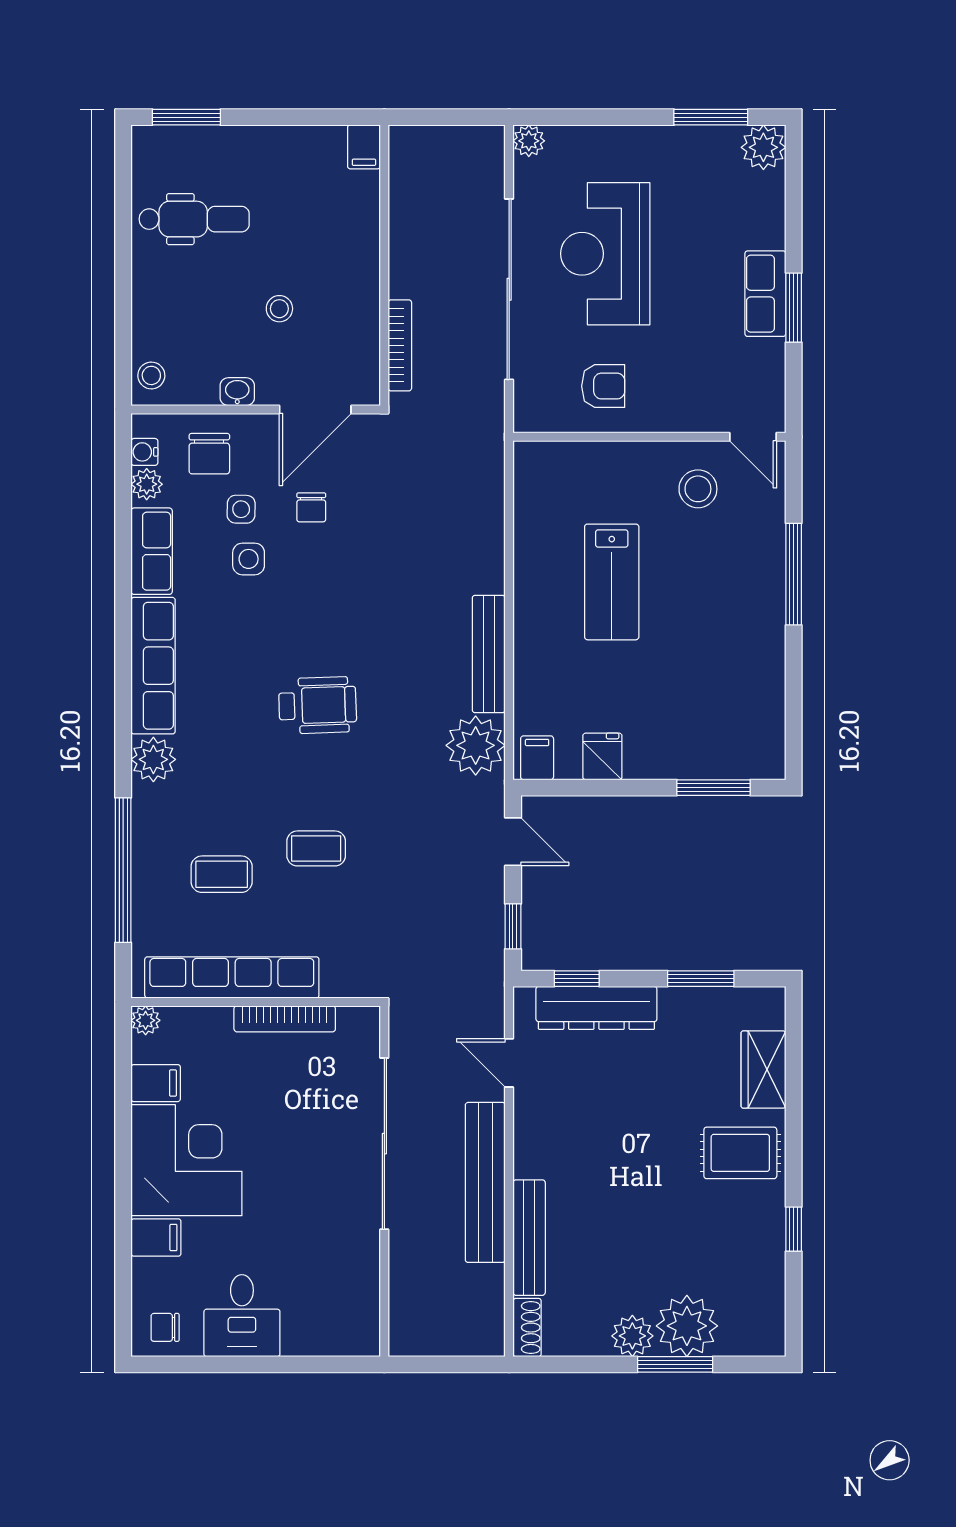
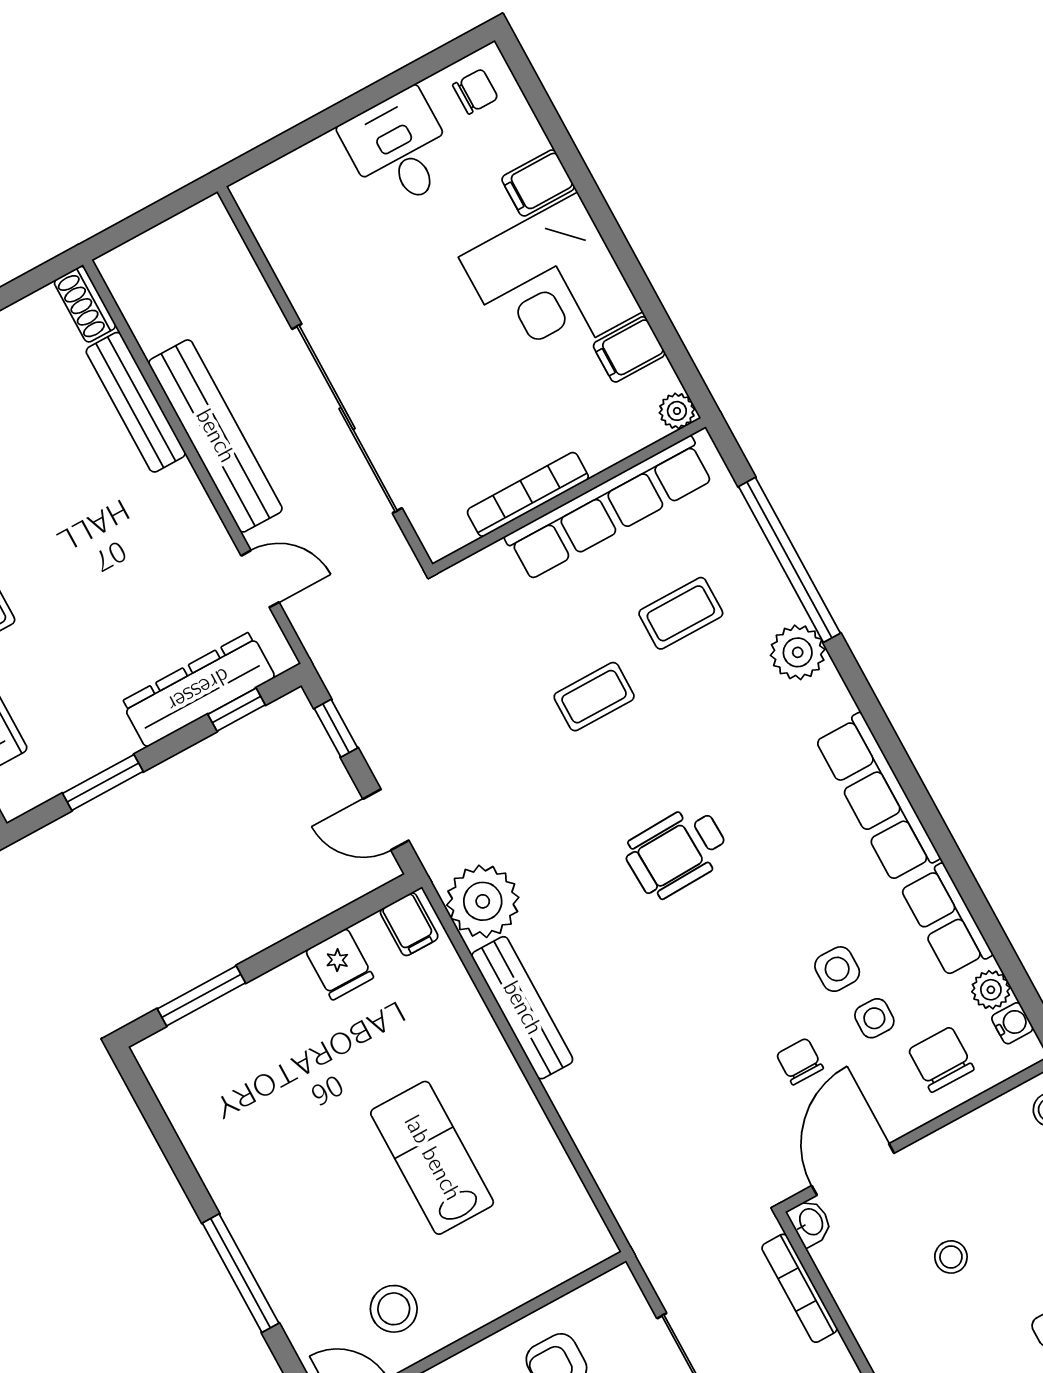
washbasin: (237, 392) -> (810, 1222), moved, turned -90
plant: (153, 759) -> (798, 652), moved

